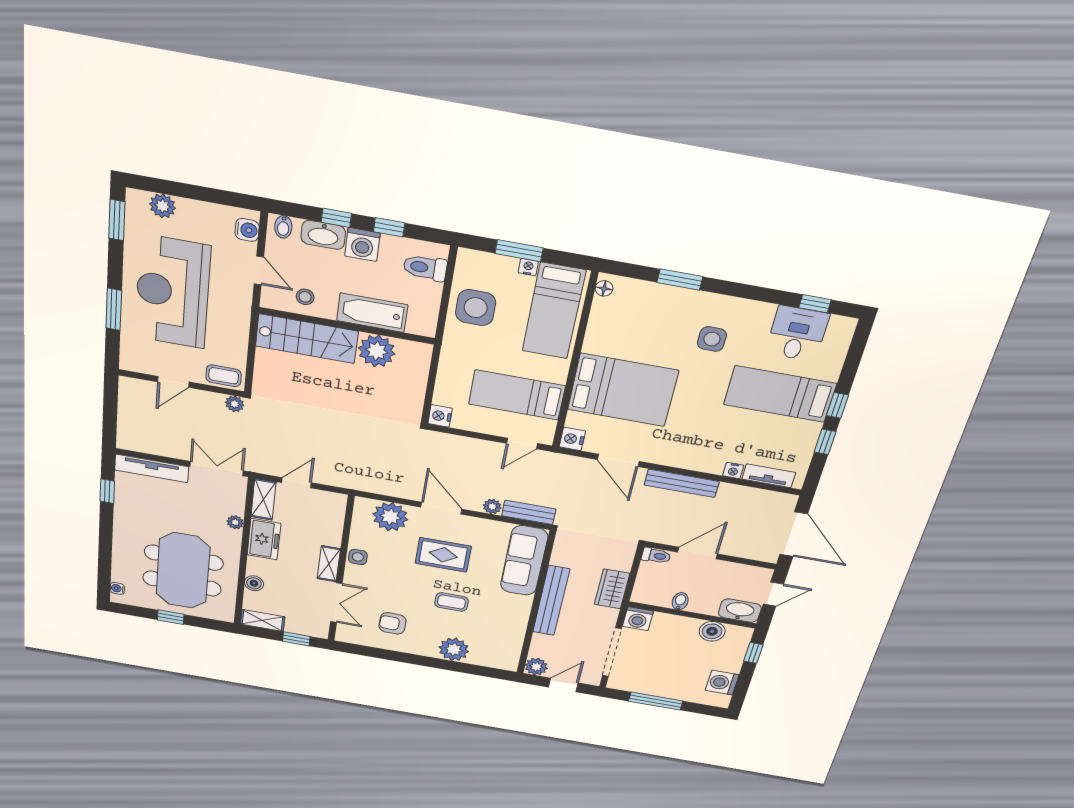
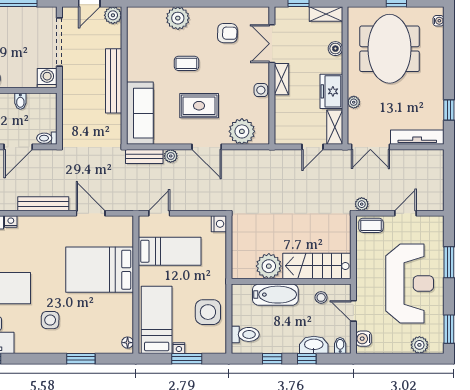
washing machine: (362, 244) -> (288, 343), removed
nightstand: (572, 439) -> (126, 224), removed
wardrobe: (612, 589) -> (72, 101), removed

